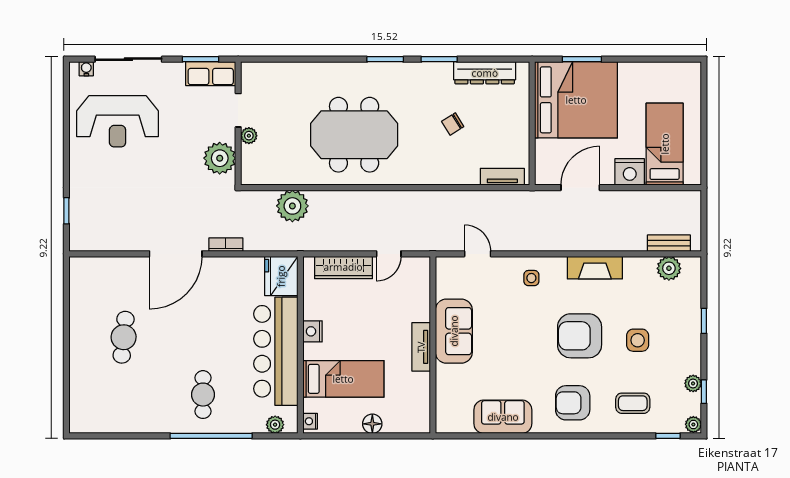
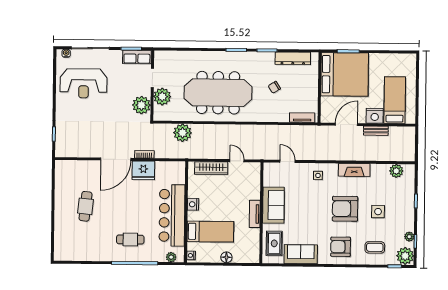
meeting table: (354, 135) -> (218, 93), width x1.36
plant: (249, 136) -> (162, 97), width x1.87, depth x1.87
bench: (669, 243) -> (376, 131), moved
door: (389, 254) -> (237, 161), swing flipped
fridge: (281, 276) -> (143, 170), moved, turned -90
cafe table: (203, 395) -> (130, 239), turned 90
rug: (456, 398) -> (274, 243), added
plant: (693, 424) -> (405, 256), width x1.88, depth x1.88

